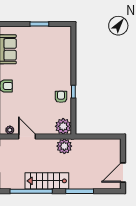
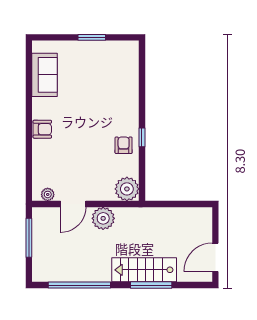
door: (27, 136) -> (73, 204), swing flipped
plant: (64, 146) -> (103, 218), moved
stairs: (47, 181) -> (144, 270), moved

